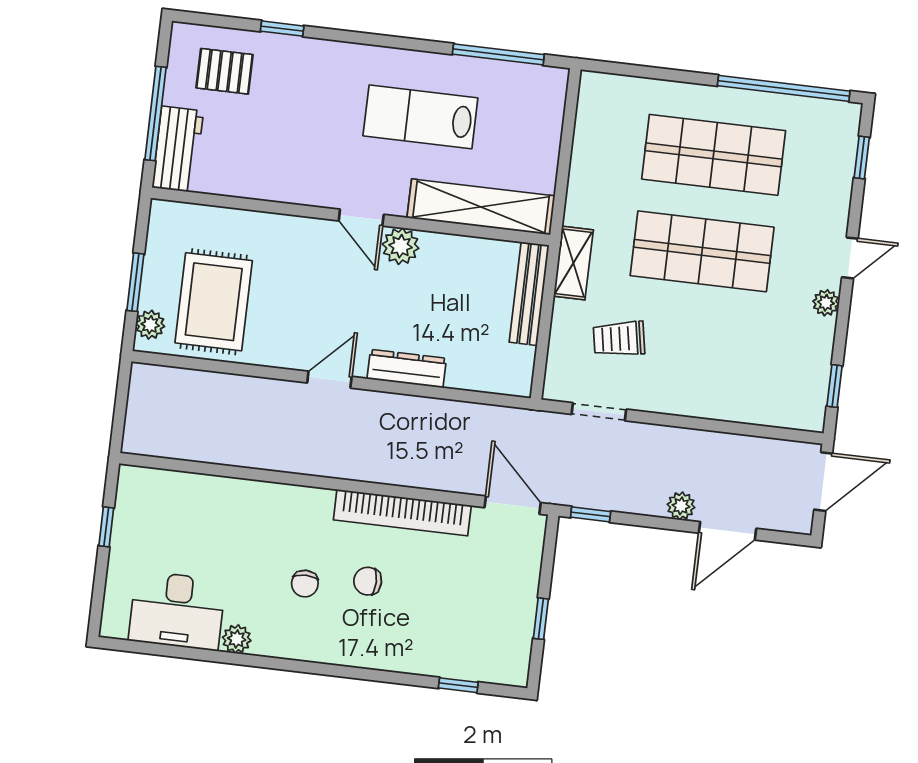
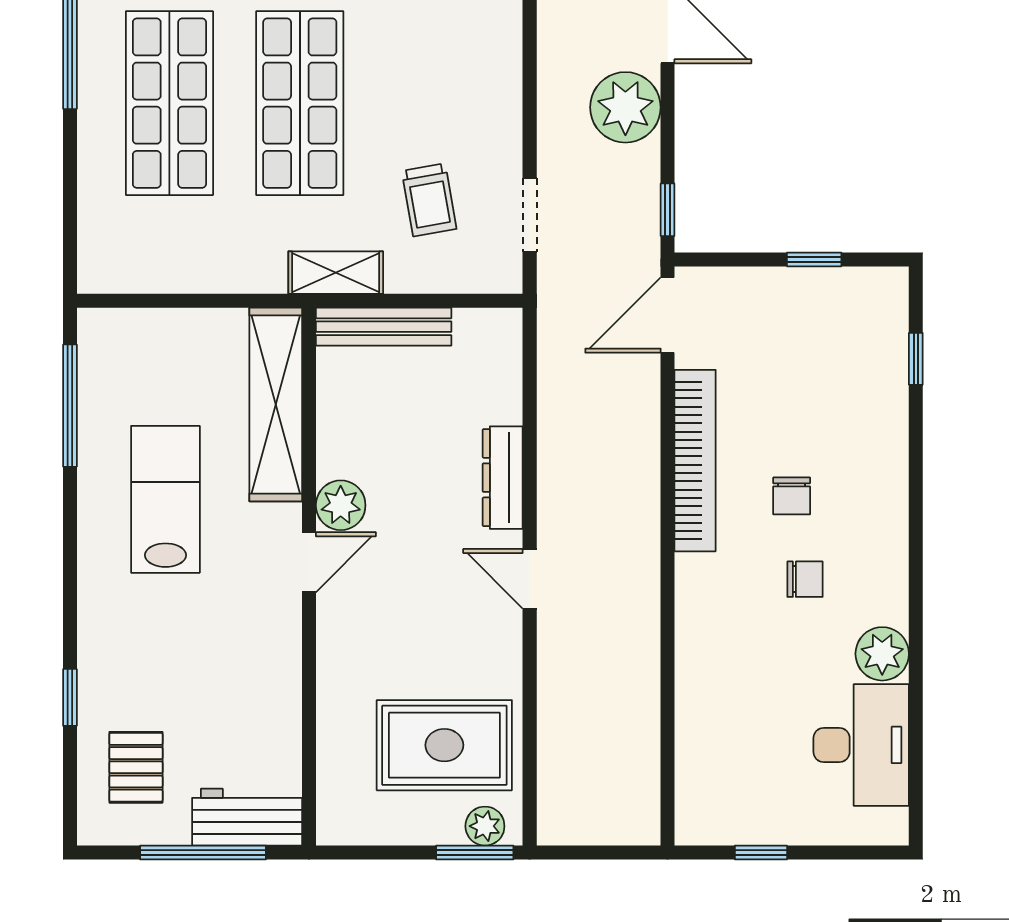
lab bench: (420, 117) -> (165, 499), turned 180
window: (135, 282) -> (475, 852), moved
plant: (681, 506) -> (625, 107), width x1.88, depth x1.88
plant: (237, 639) -> (882, 654), width x1.38, depth x1.38

